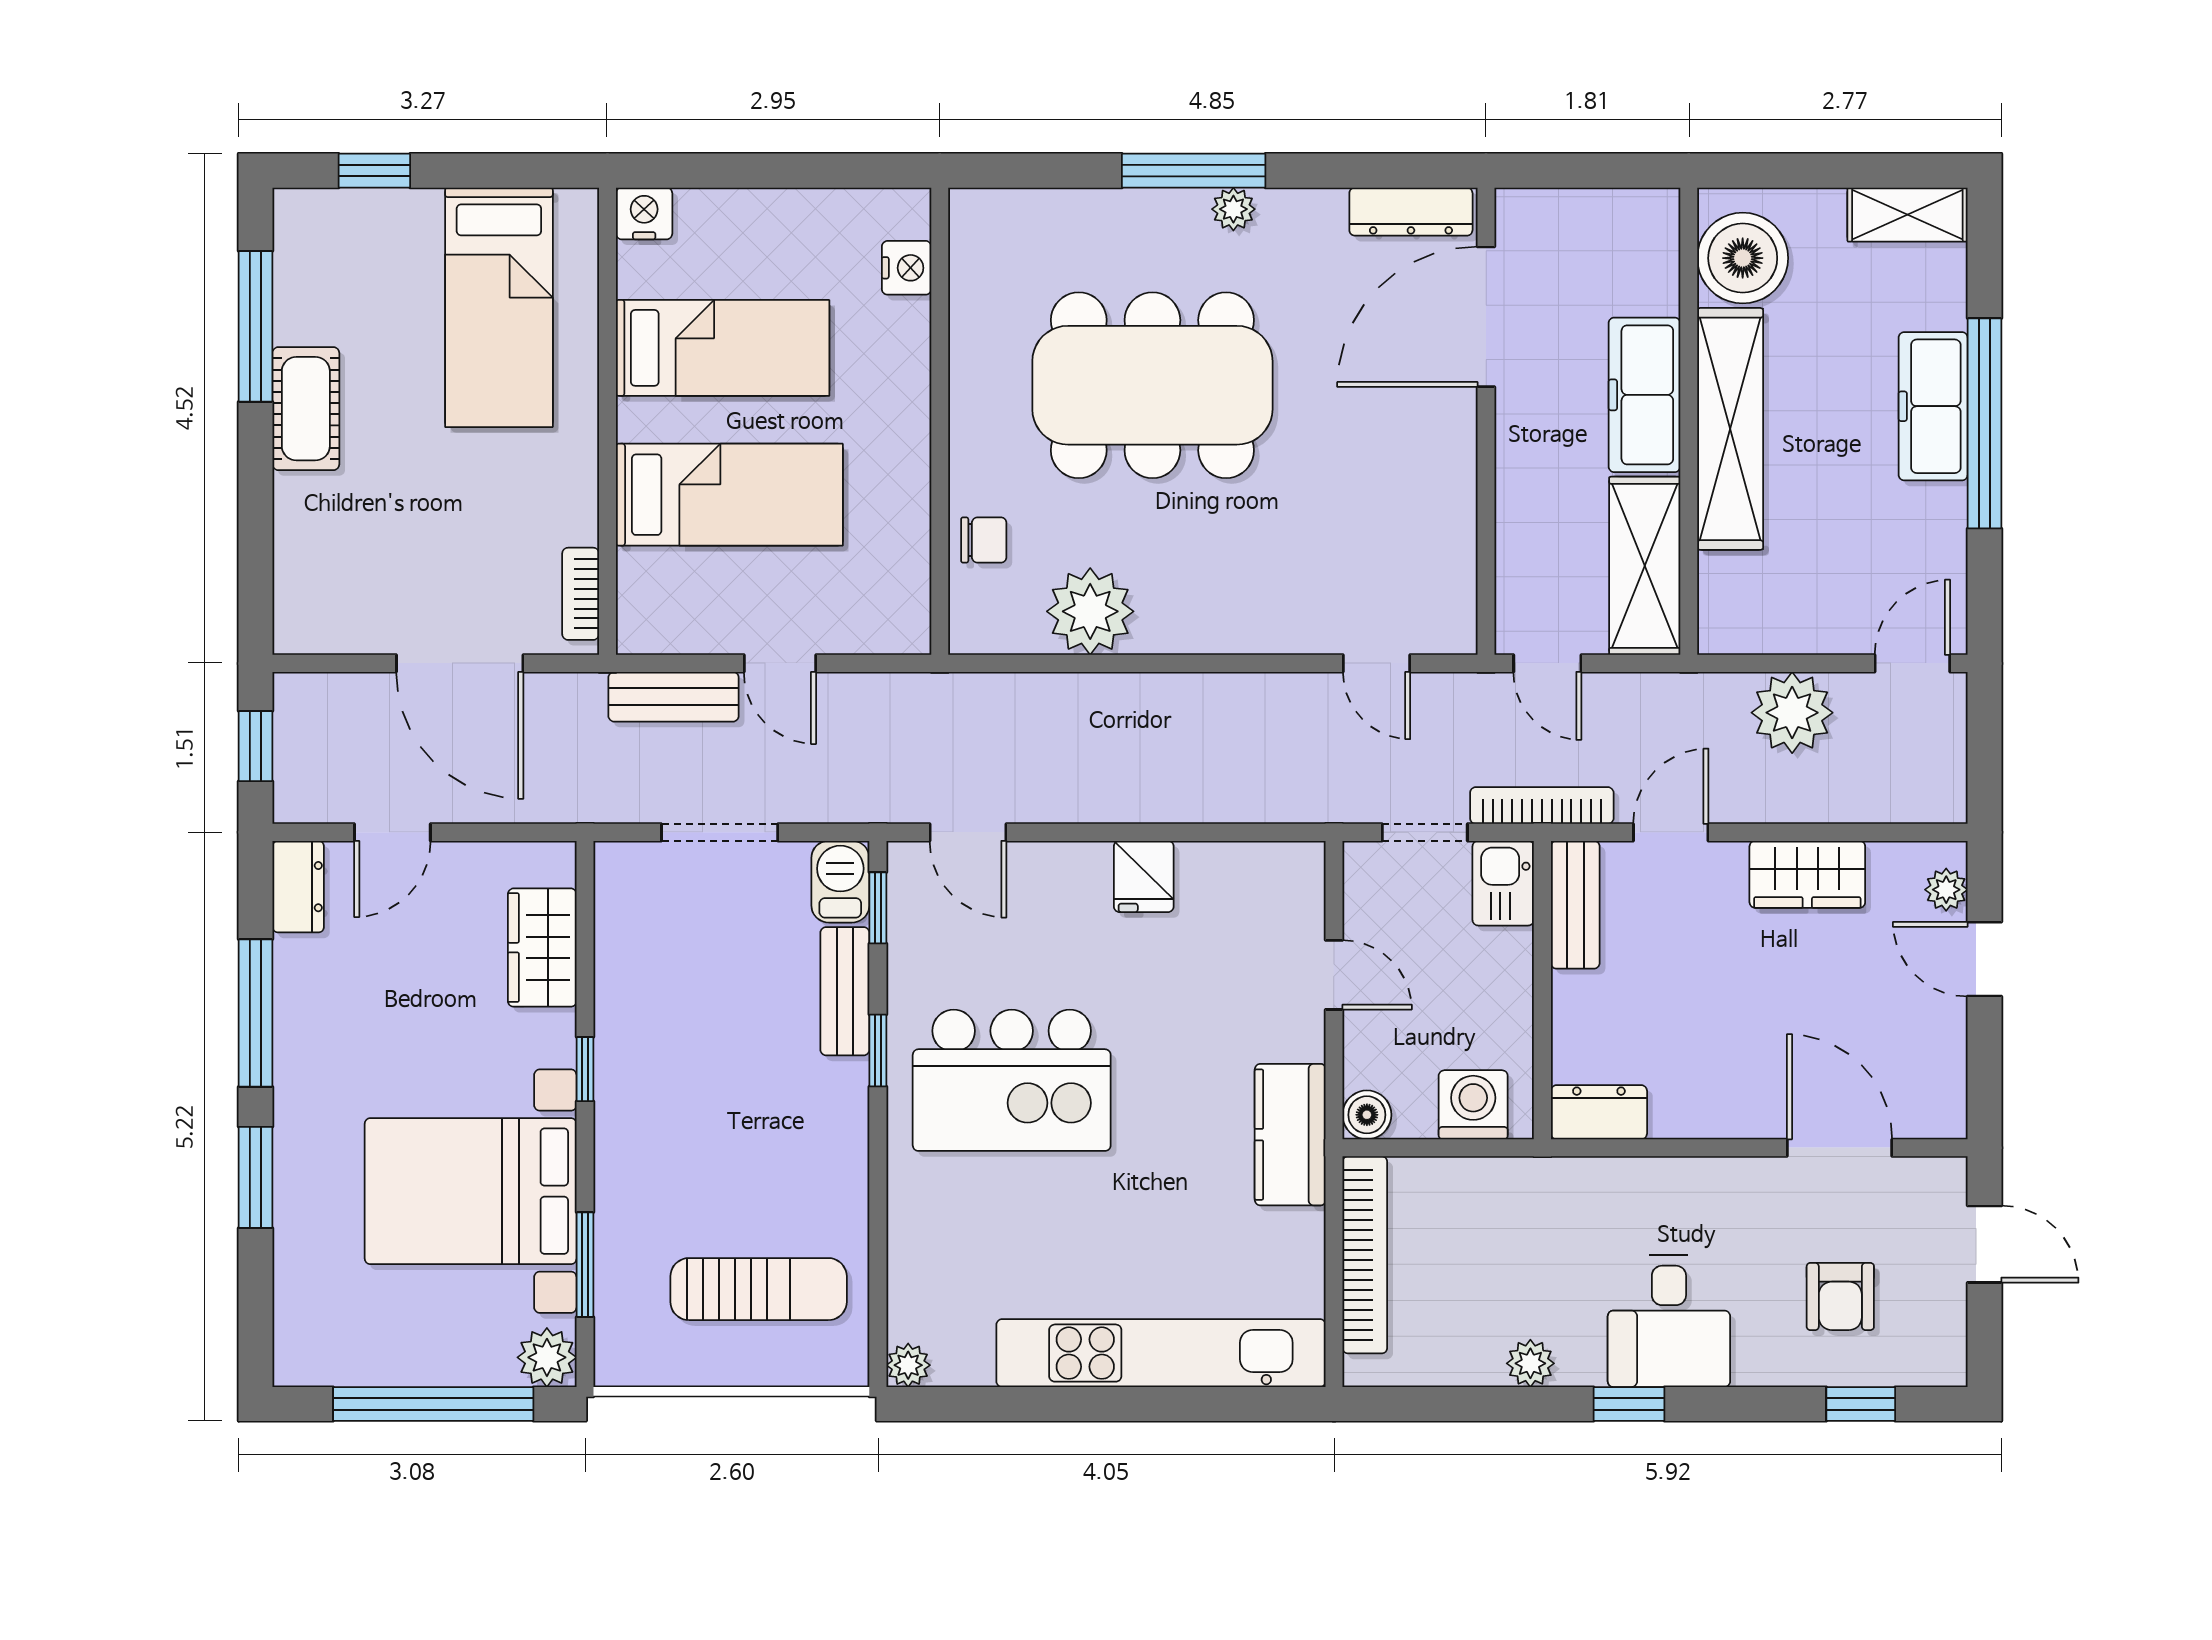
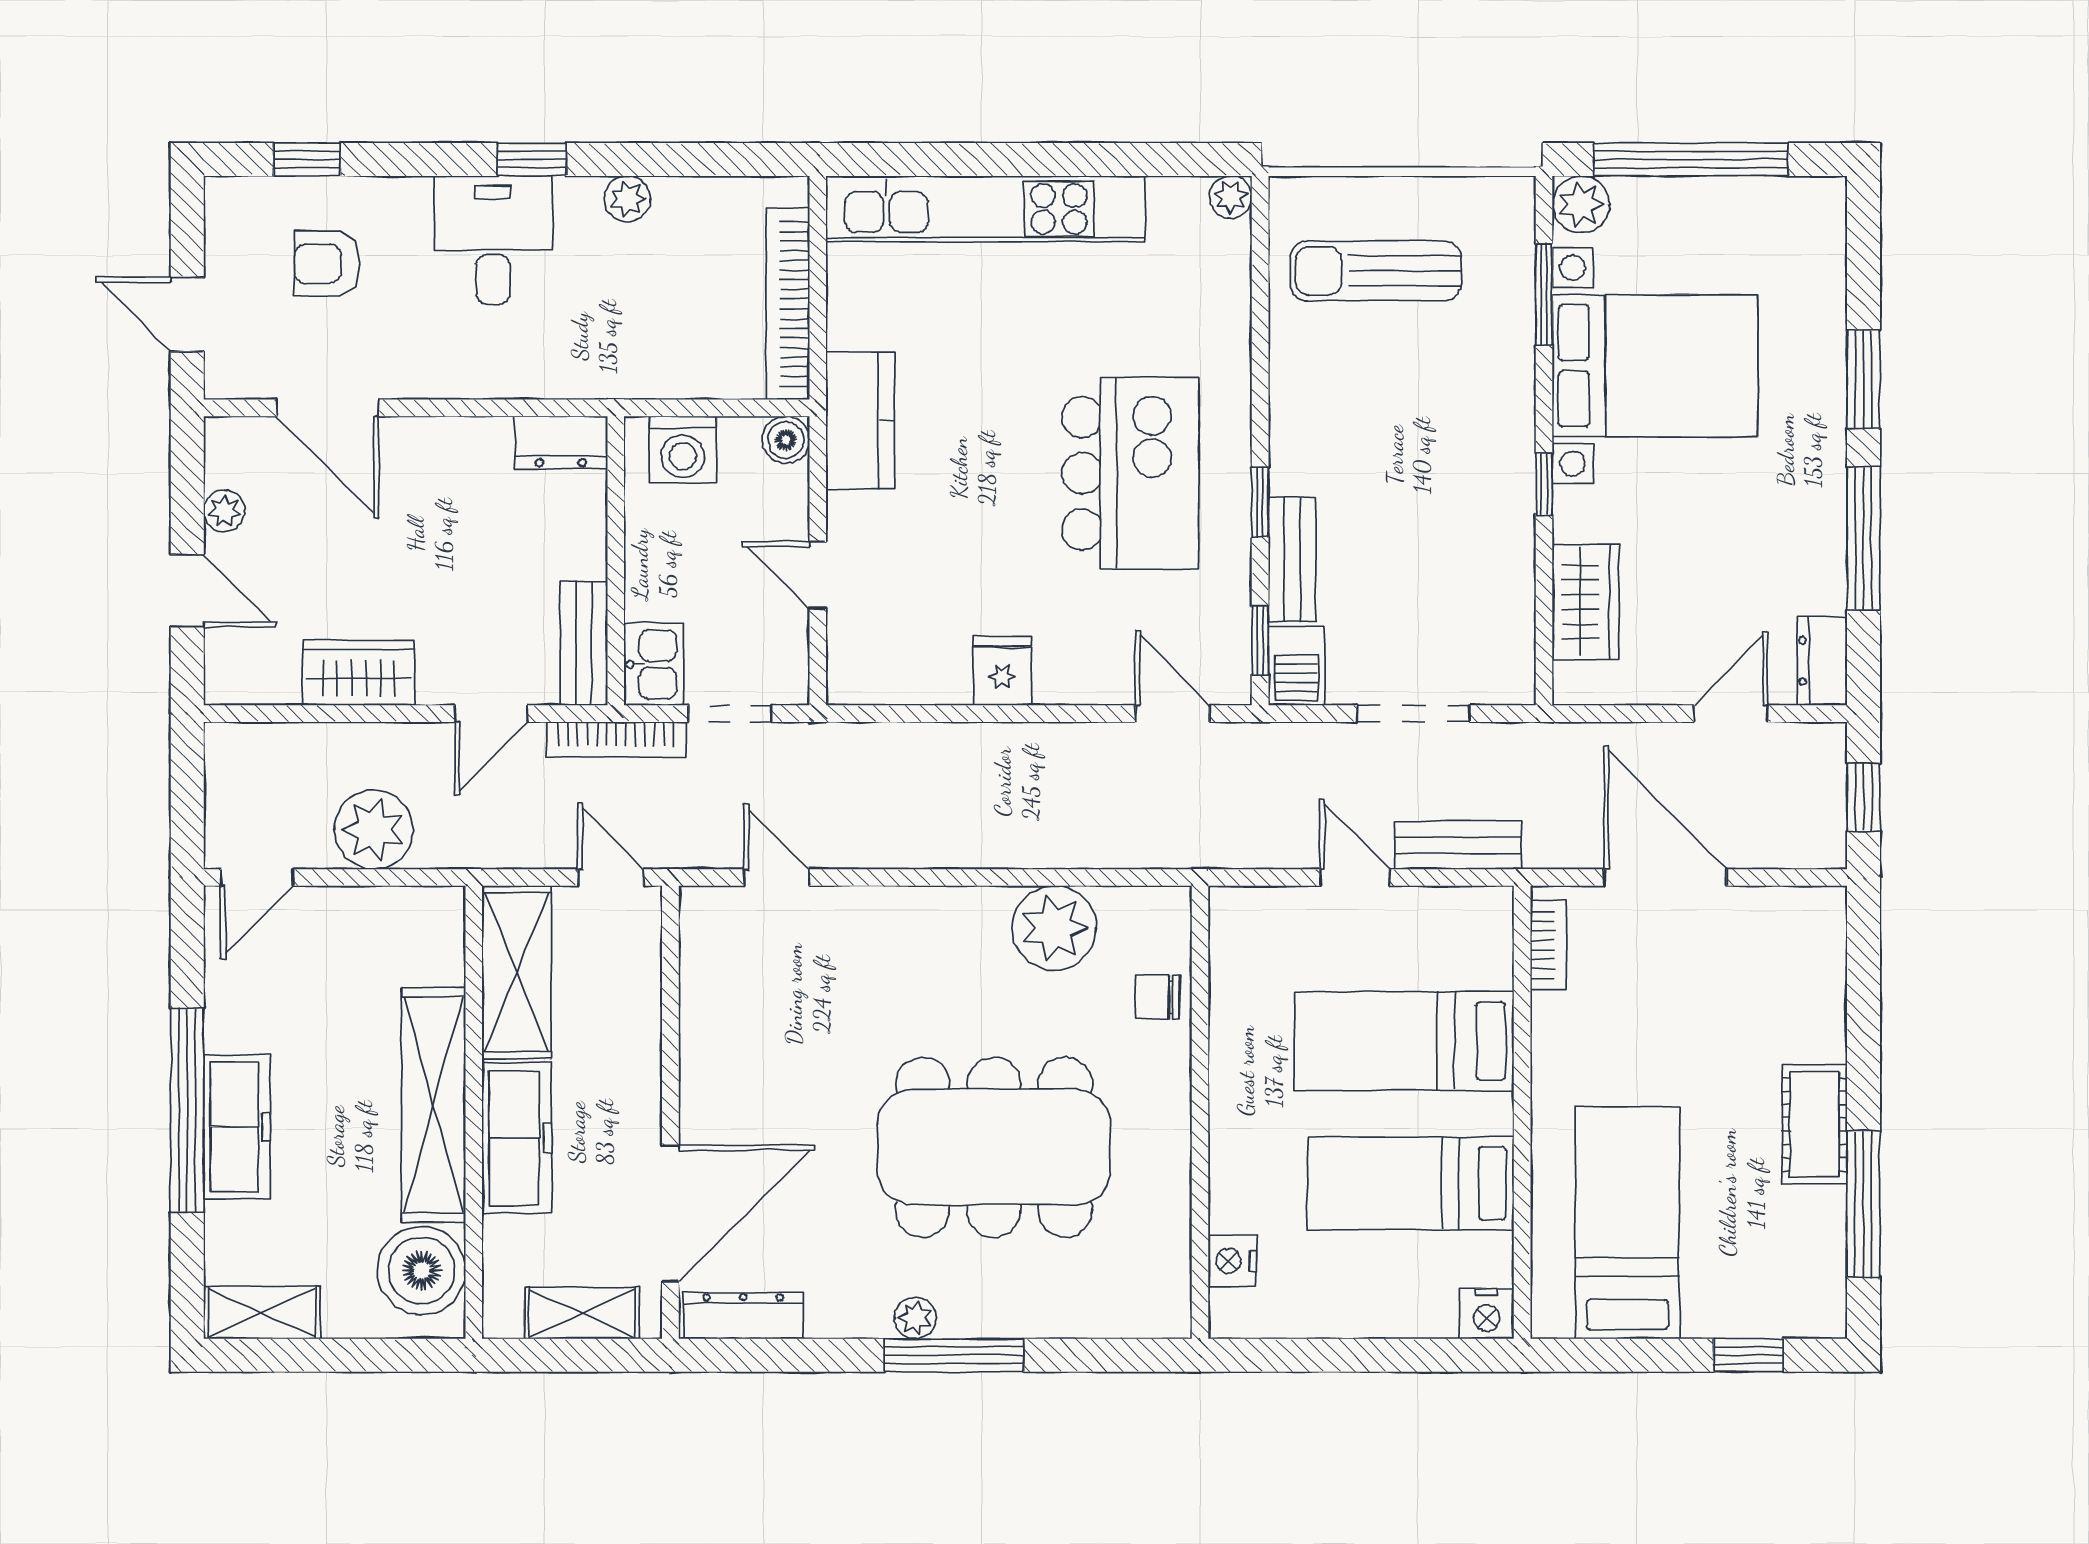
shelving: (1577, 214) -> (582, 1313), added
plant: (1946, 890) -> (224, 511), moved
kitchen island: (1012, 1080) -> (1130, 473), turned 90
armchair: (1840, 1296) -> (327, 264), turned -90

